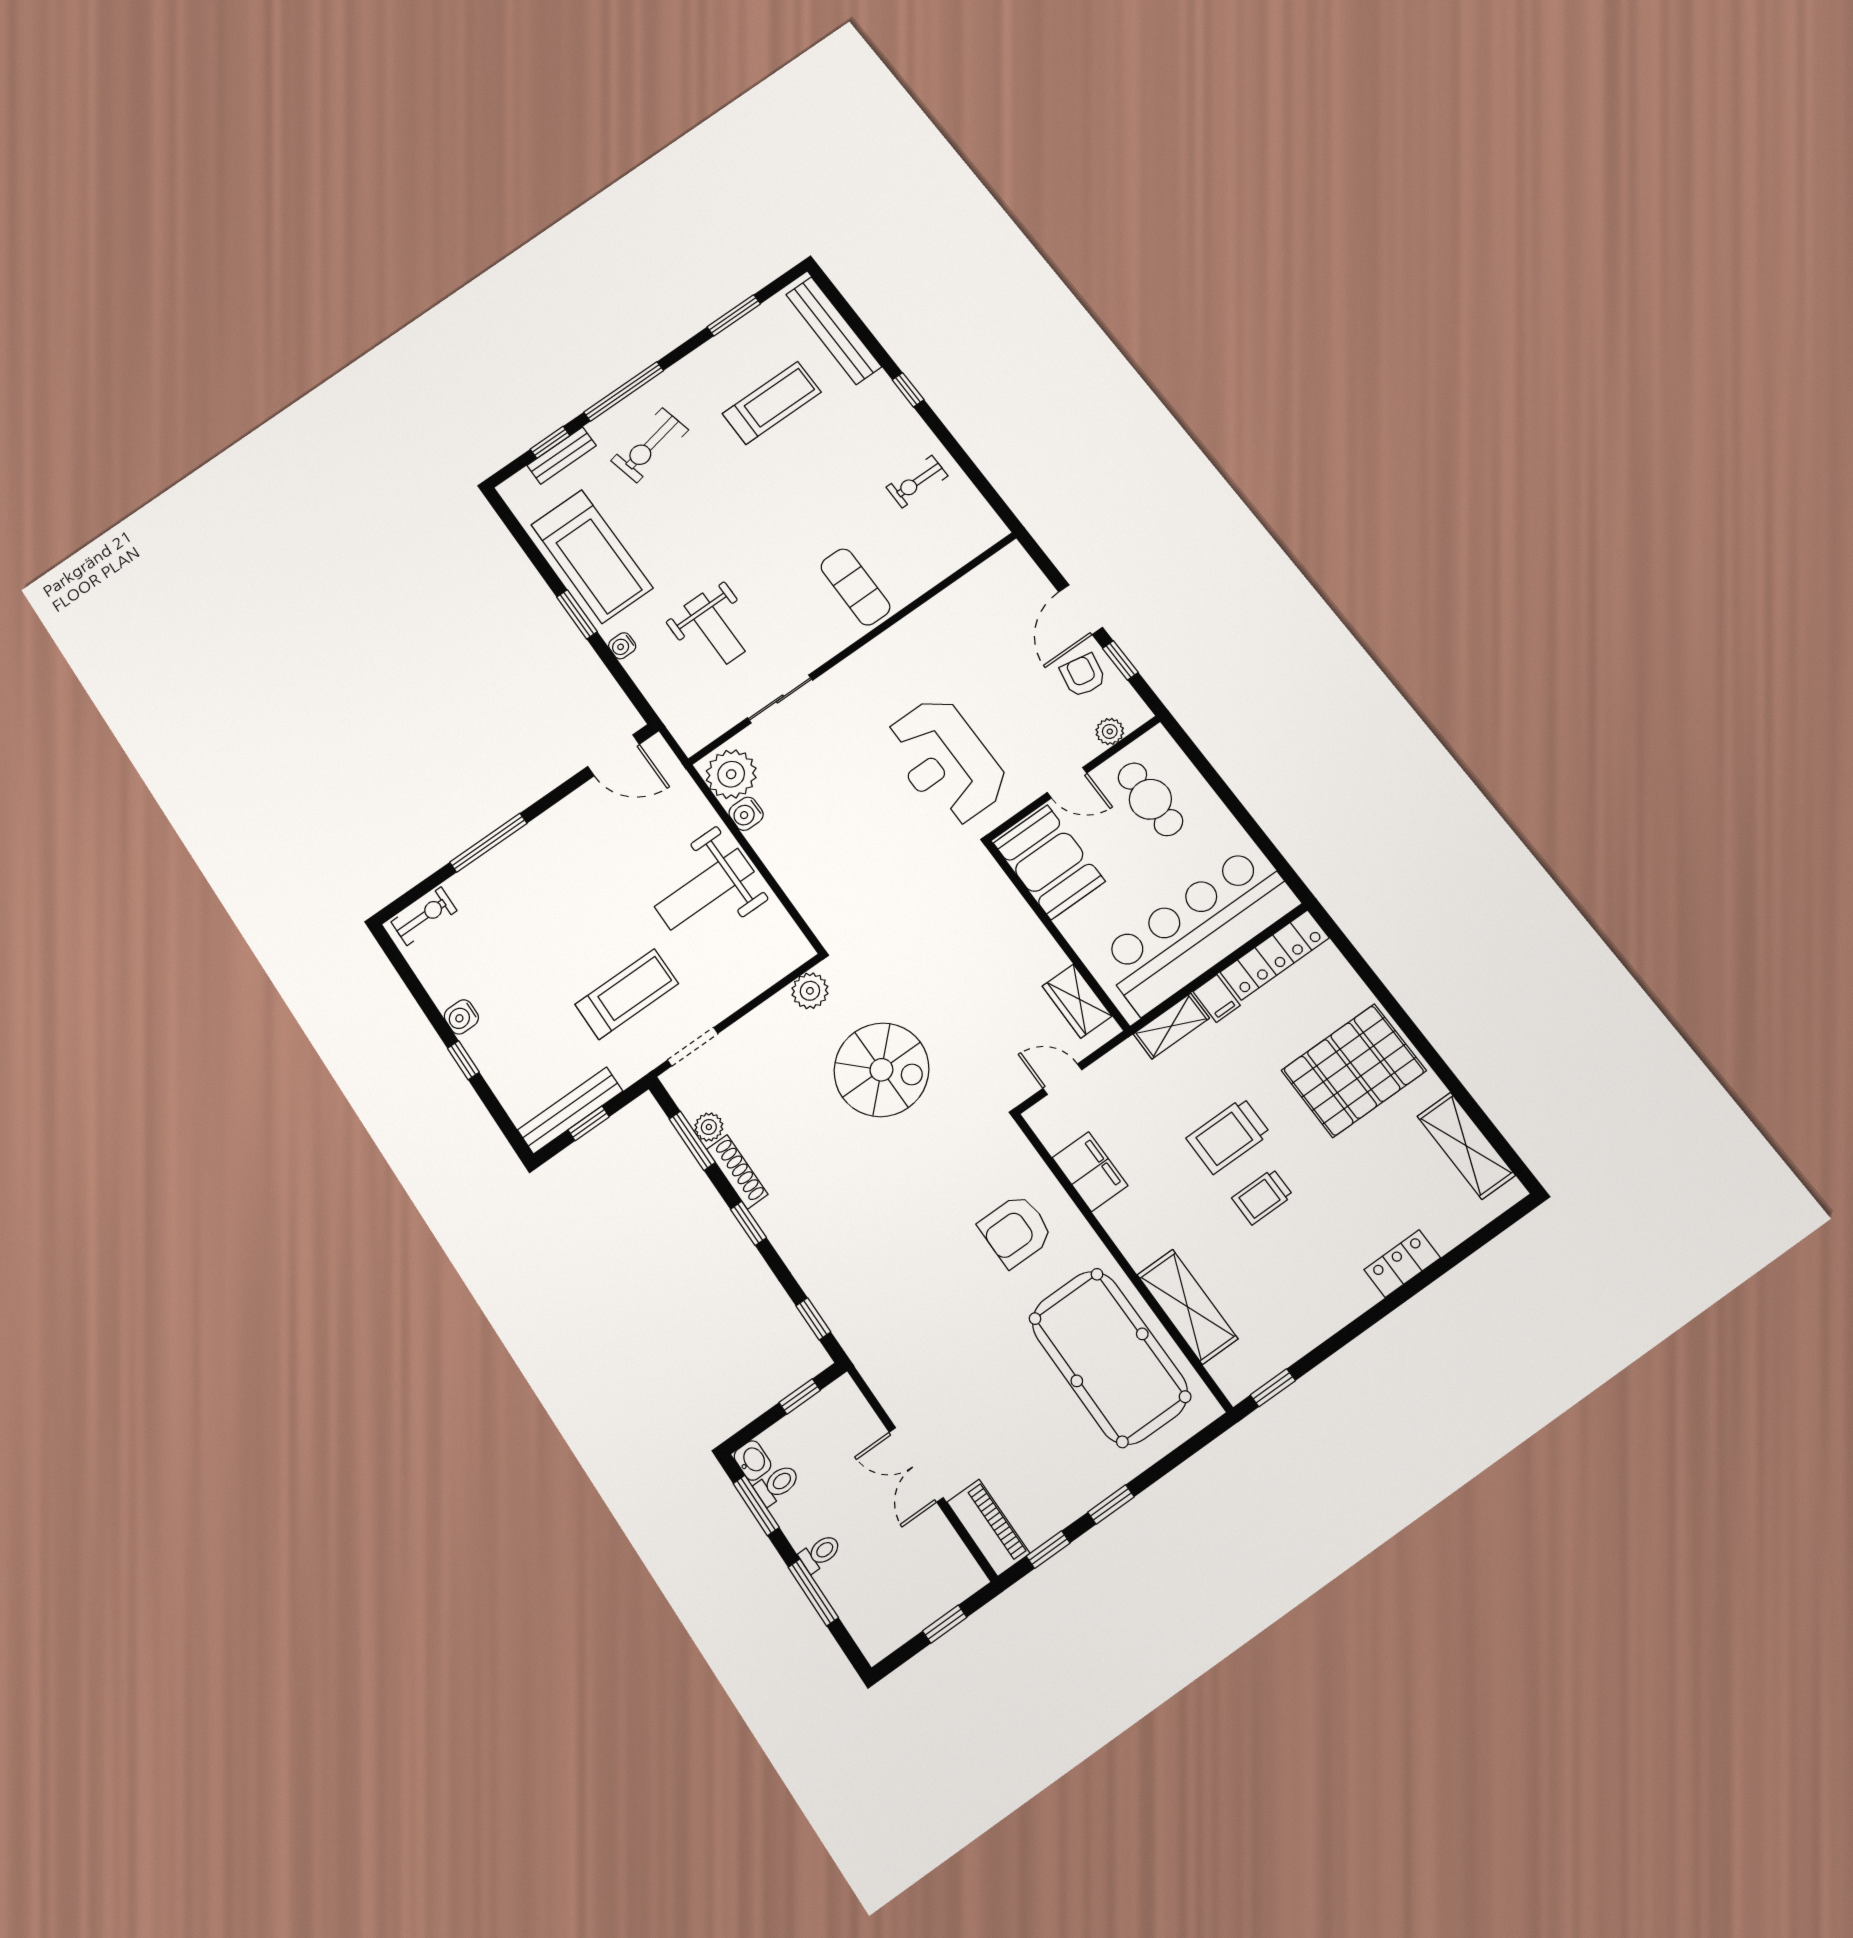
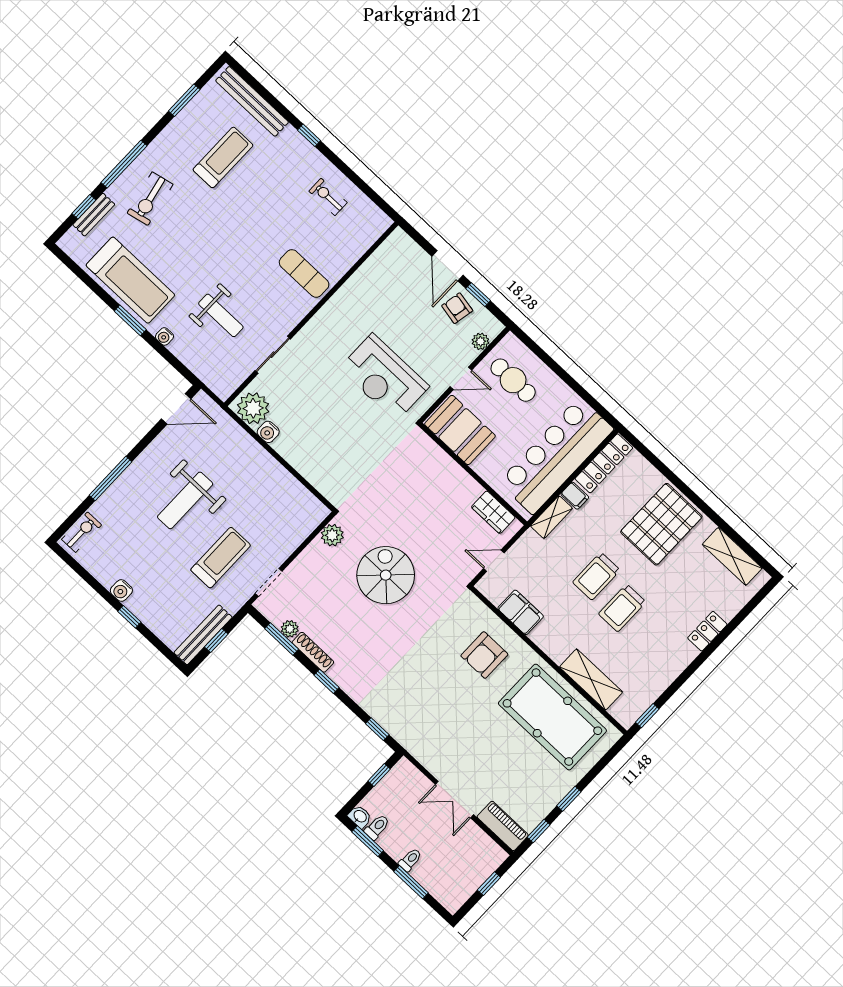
exercise bike: (917, 482) -> (328, 197), turned 90
weight bench: (704, 889) -> (185, 500), moved
spiral stairs: (881, 1070) -> (386, 575), turned -90
trolley: (1262, 1197) -> (622, 608), width x1.36, depth x1.39

